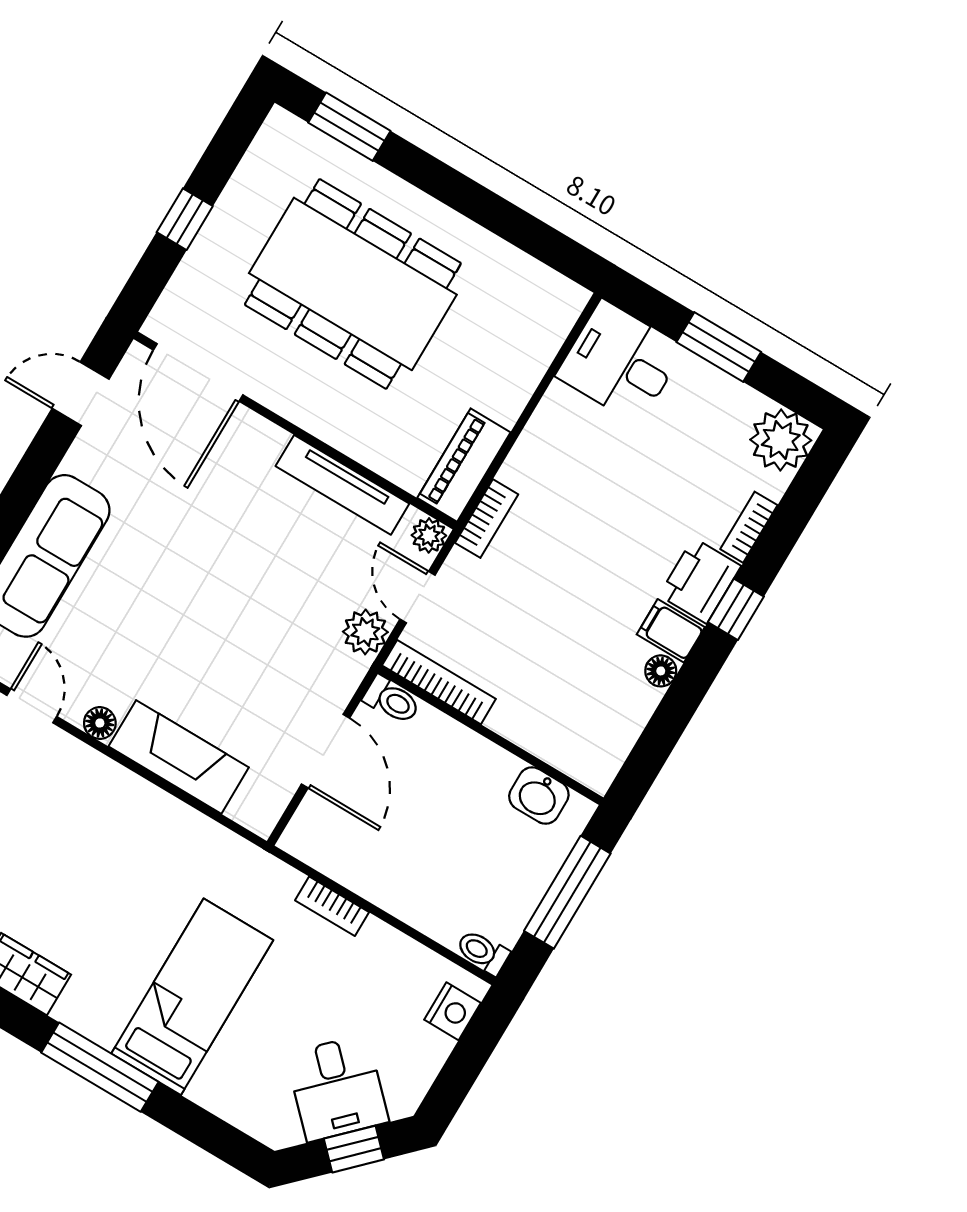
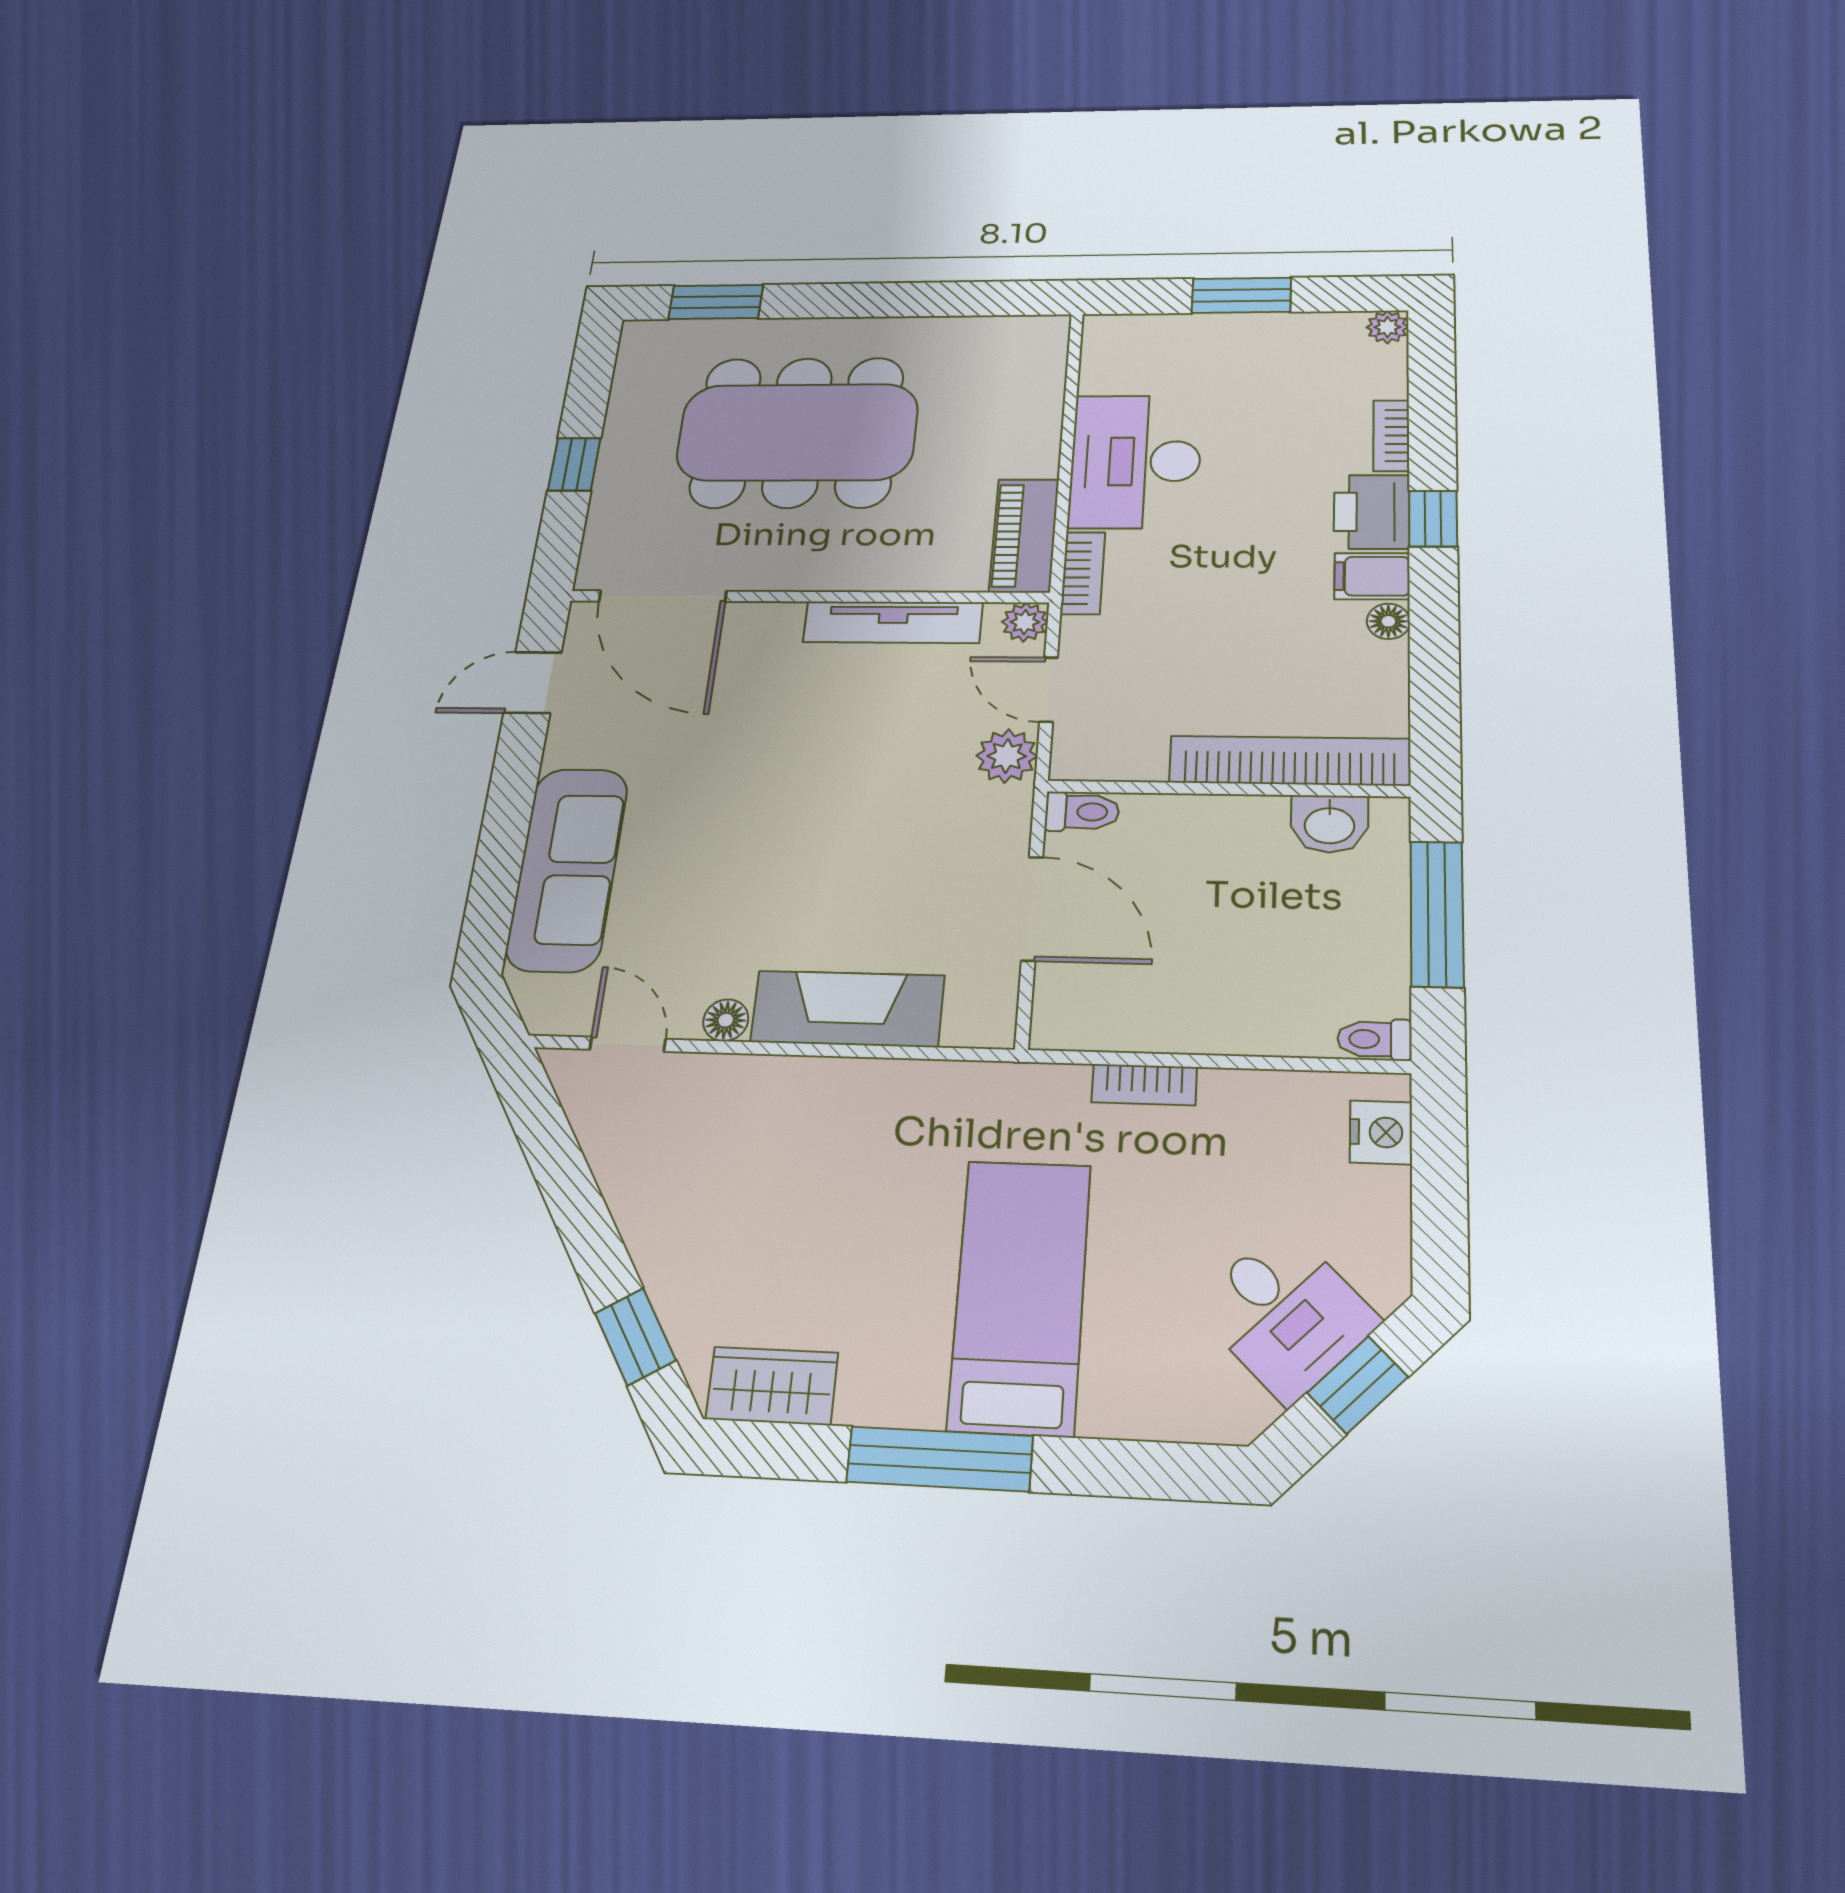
desk: (620, 362) -> (1135, 461), moved, width x1.37
plant: (781, 440) -> (1387, 327), width x0.53, depth x0.53
bookcase: (439, 682) -> (1290, 761), moved, width x1.48, depth x1.31

